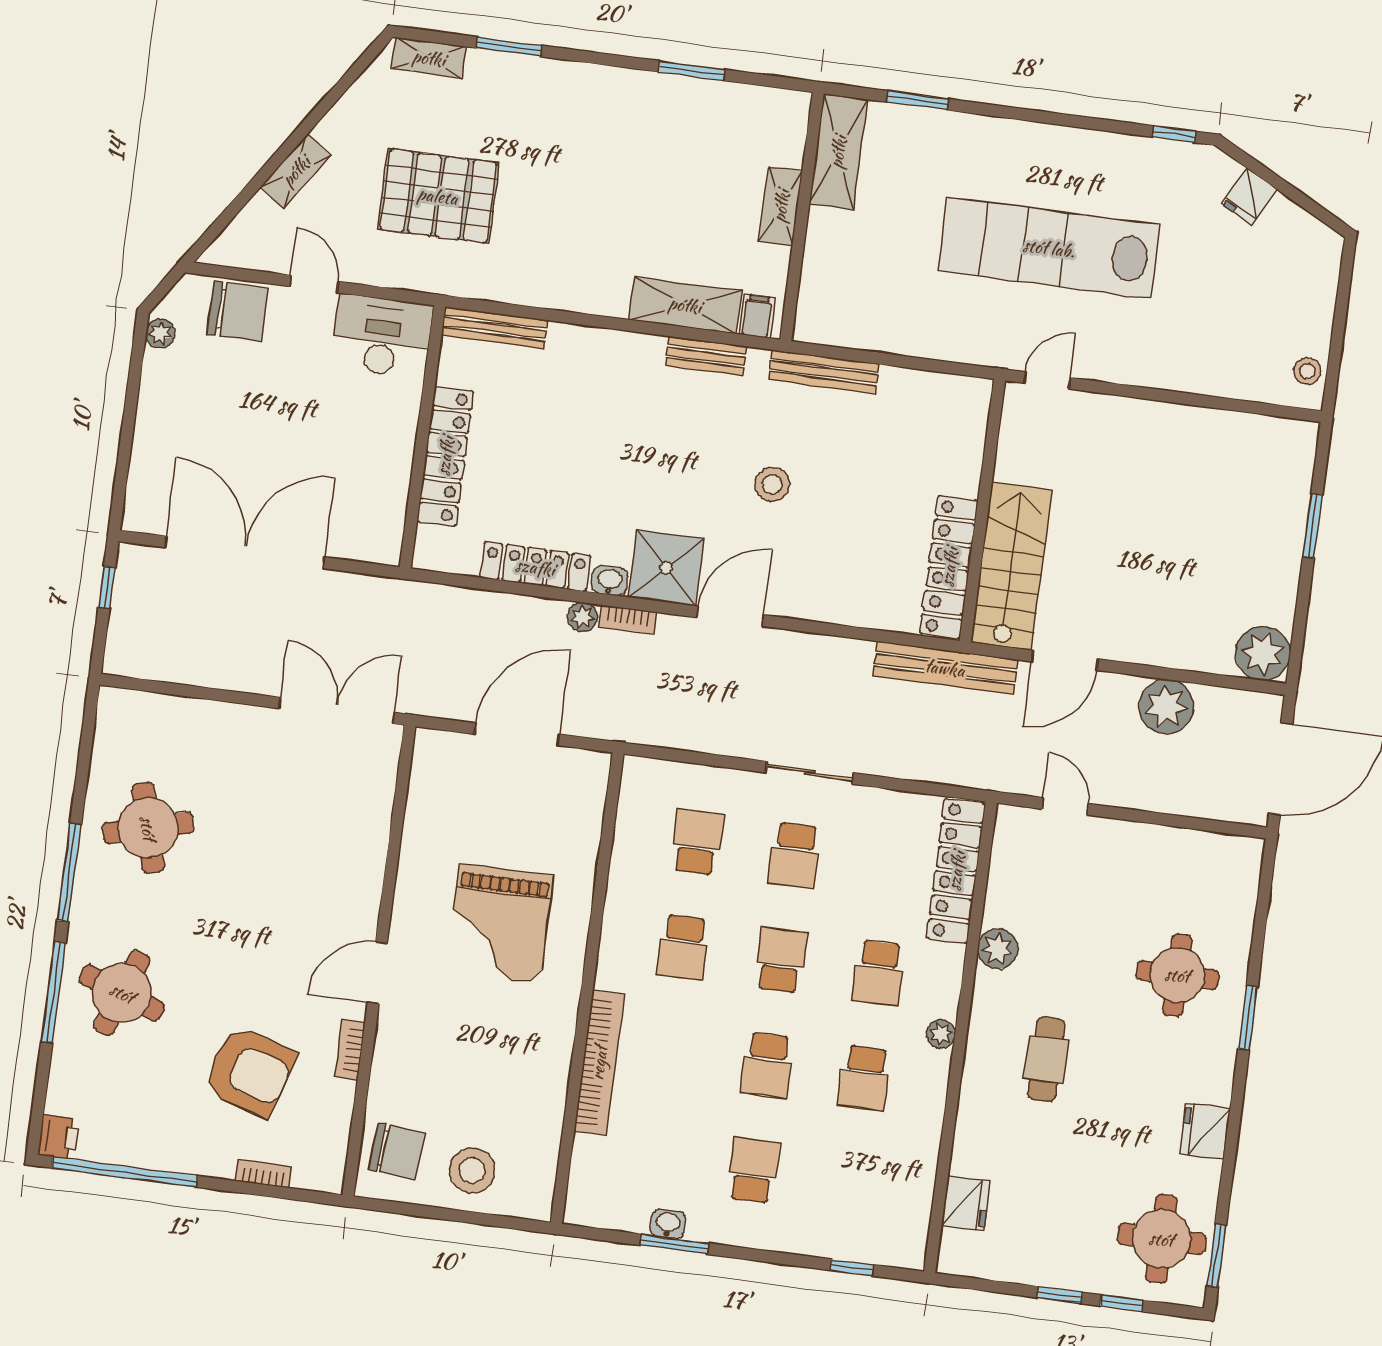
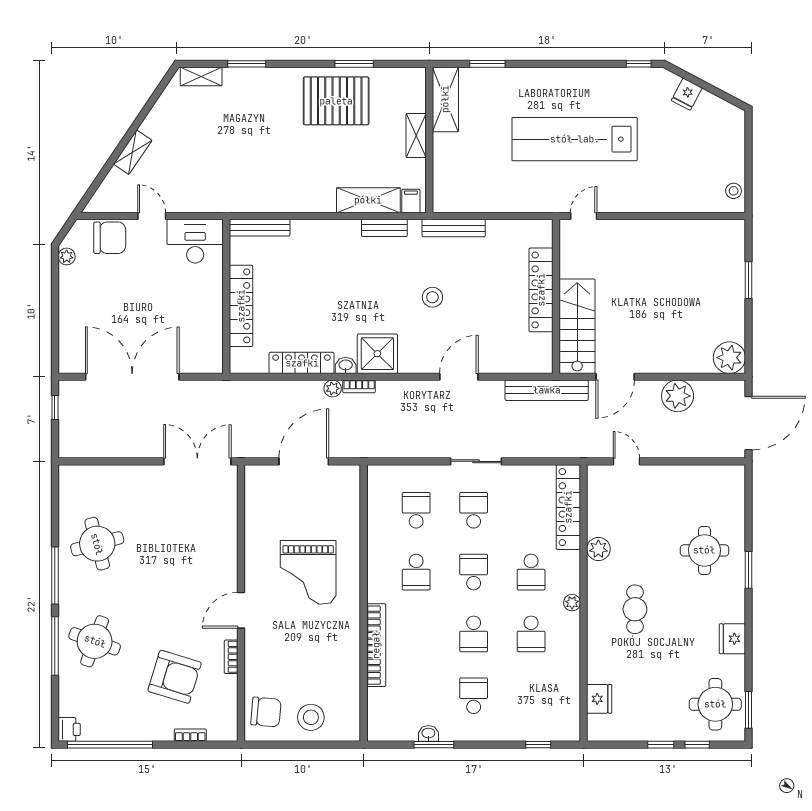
pallet: (438, 196) -> (336, 101), moved
locker: (949, 567) -> (541, 290), moved
door: (730, 616) -> (459, 377), moved
school desk: (795, 855) -> (474, 510), turned 180

